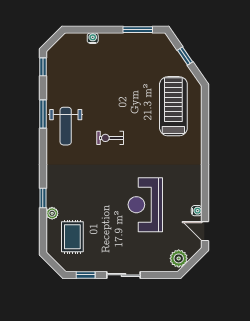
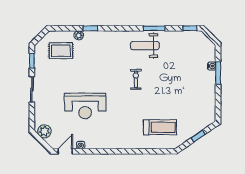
window: (138, 30) -> (218, 73), moved
treadmill: (173, 106) -> (160, 127), width x0.73, depth x0.73
reception desk: (145, 205) -> (85, 106), turned 180

